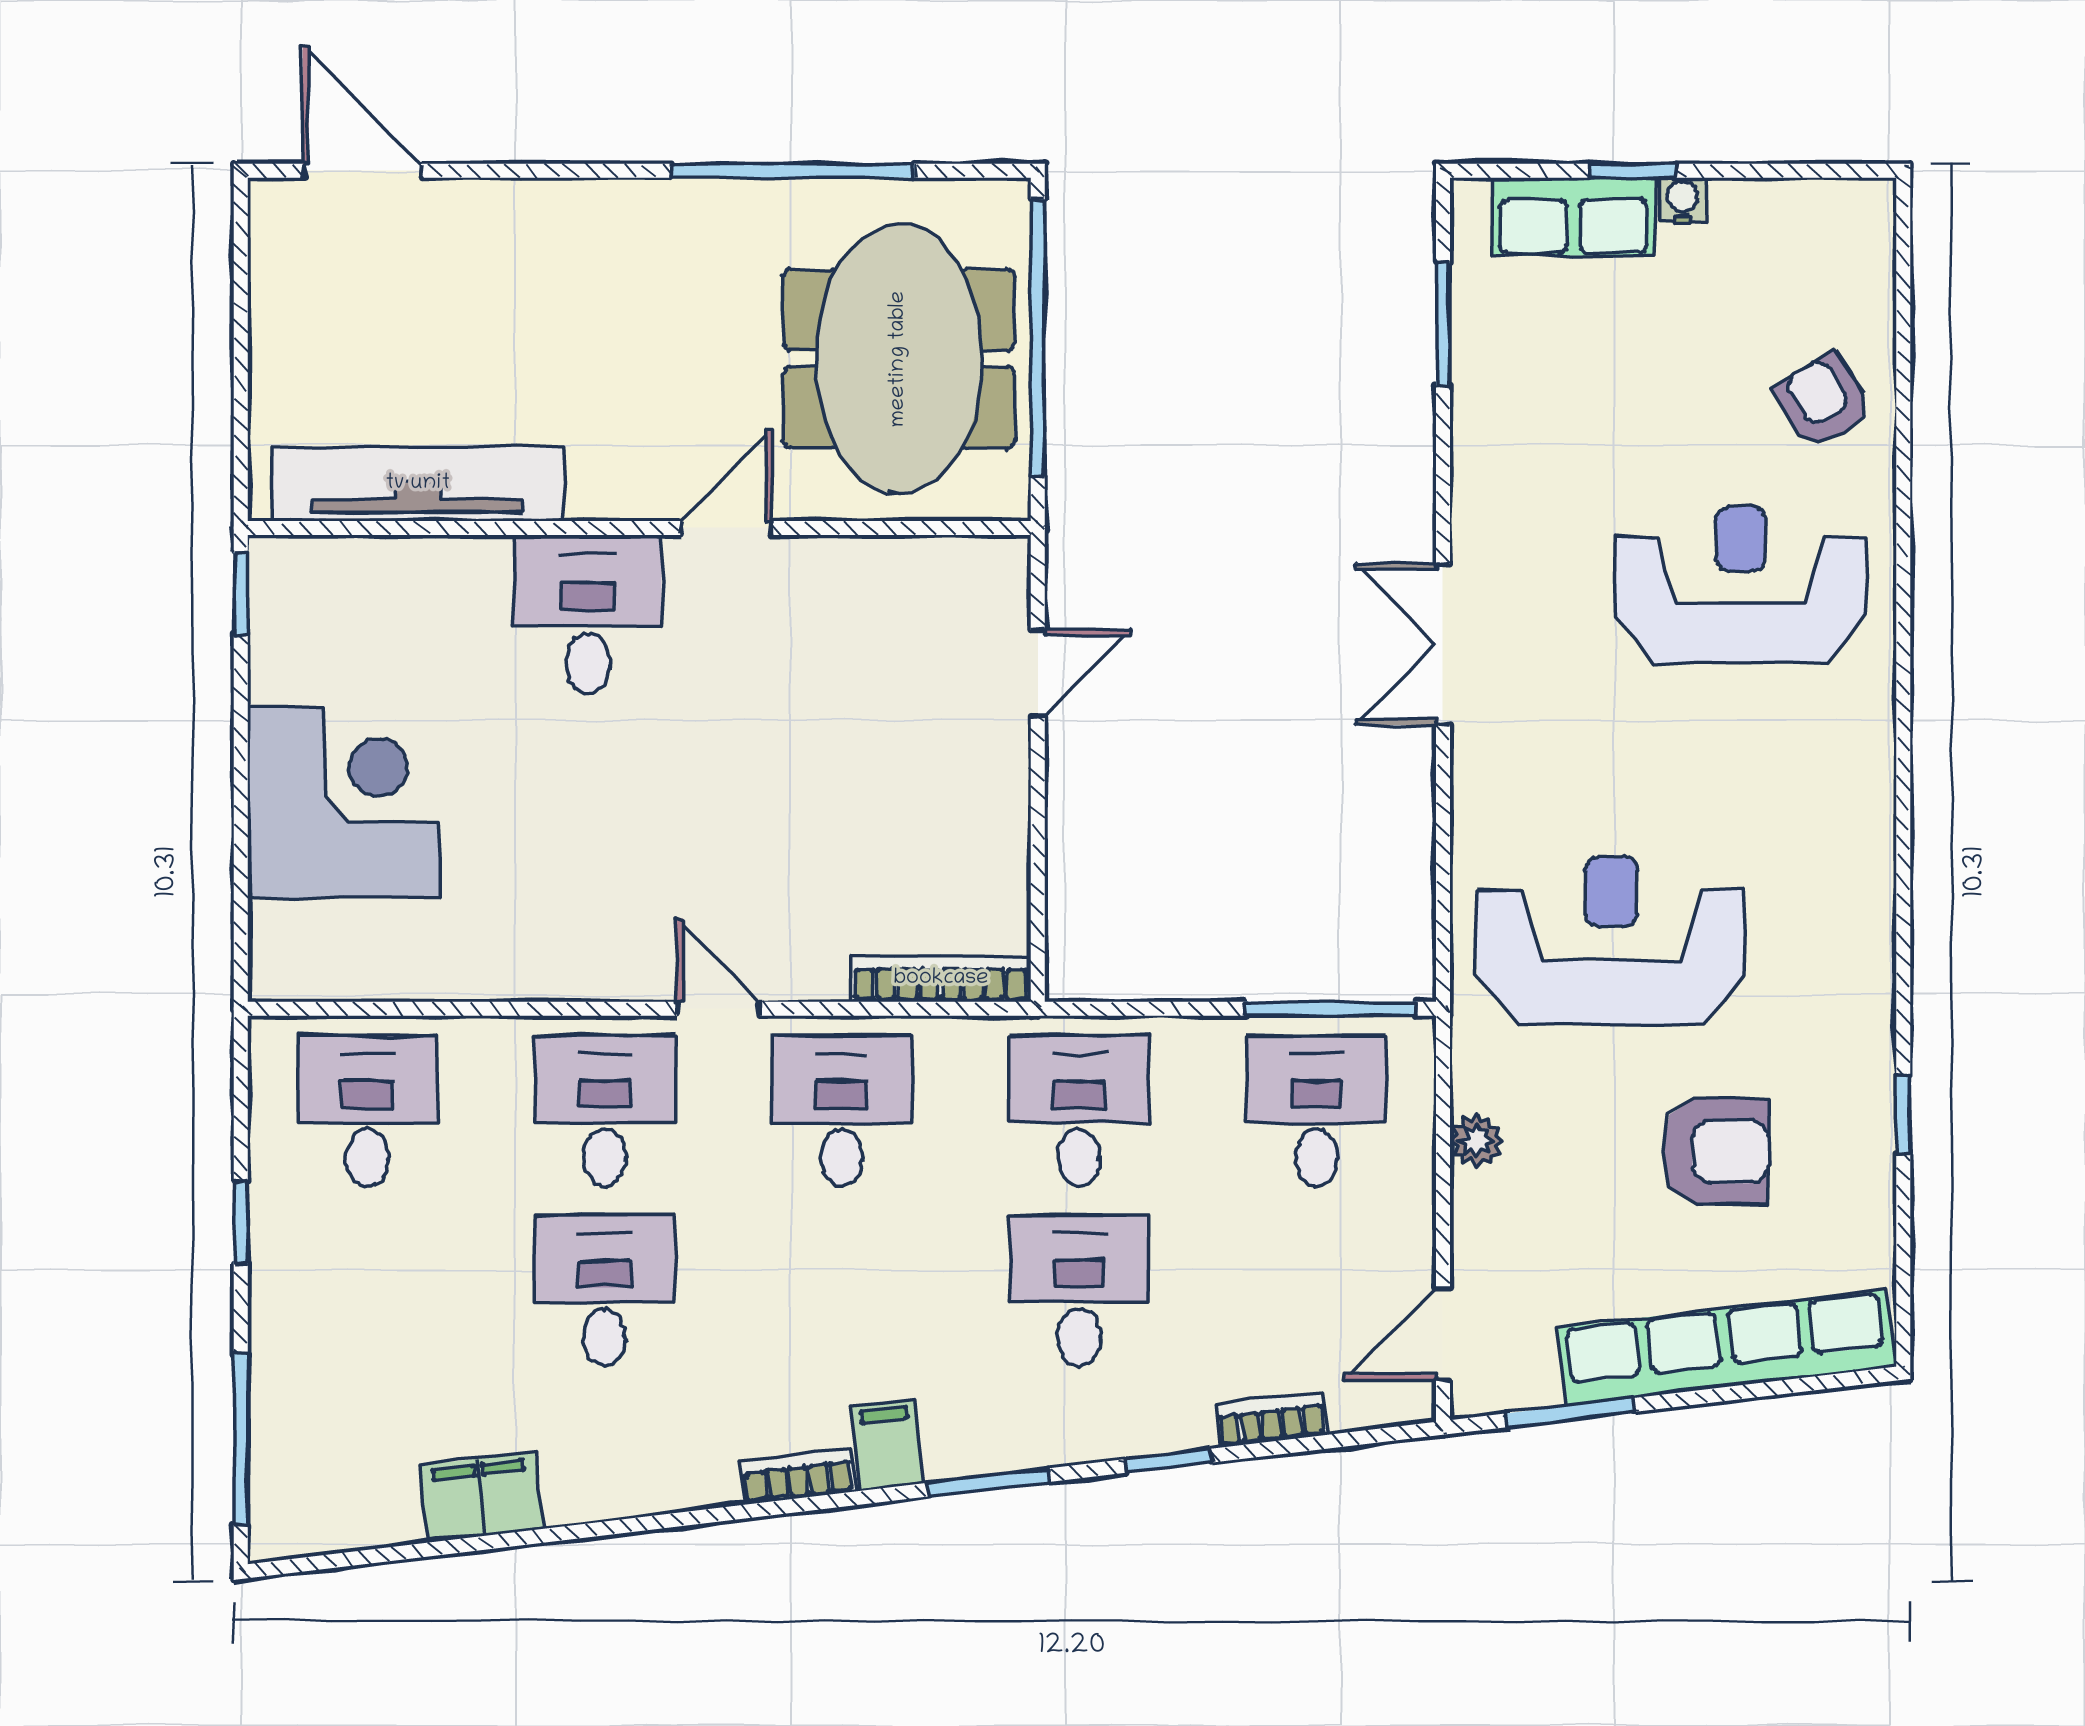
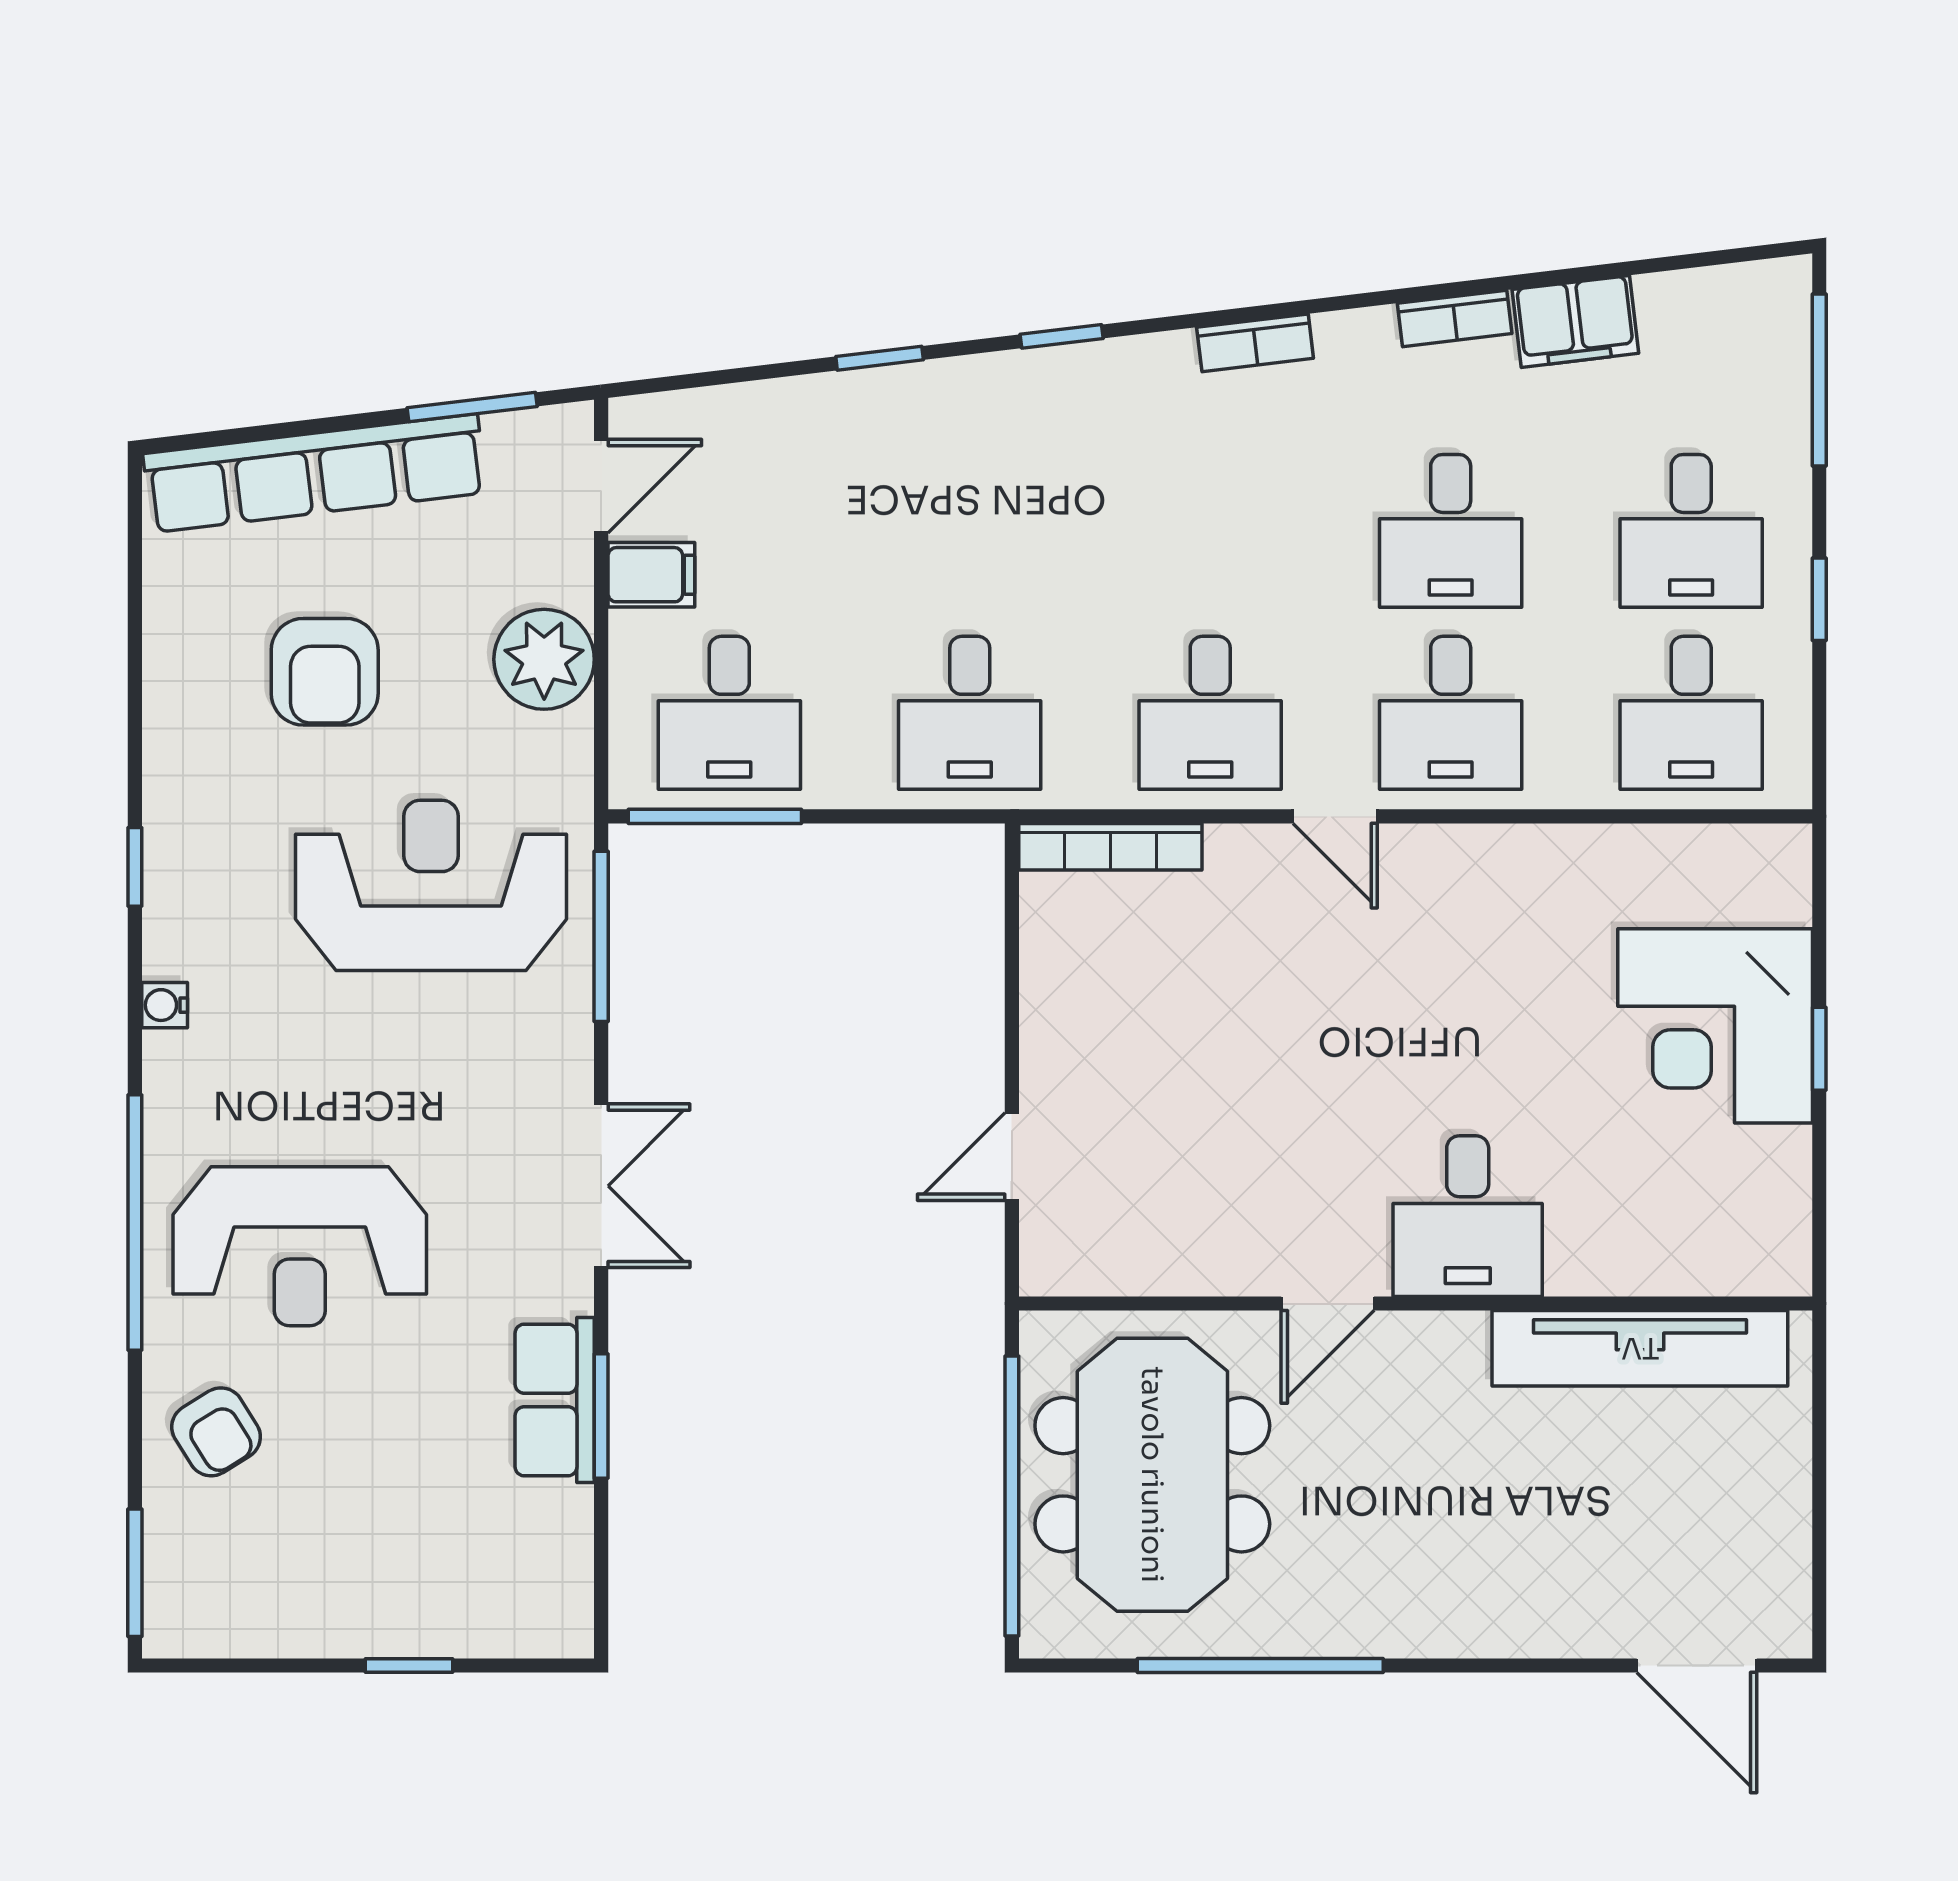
water cooler: (1683, 200) -> (165, 1005), moved, turned 90
row of seats: (1573, 217) -> (555, 1400), moved, turned -90
window: (1903, 262) -> (135, 1573), added
window: (1443, 324) -> (601, 1416), moved
window: (241, 593) -> (1819, 1049), moved
window: (1903, 608) -> (135, 1223), added
window: (1443, 890) -> (601, 936), added
reception desk: (1611, 941) -> (431, 885), turned 180
window: (1903, 1116) -> (135, 867), moved
plant: (1476, 1141) -> (544, 659), width x1.88, depth x1.88
armchair: (1716, 1151) -> (325, 672), turned -90
desk: (1079, 1290) -> (1691, 531), moved
bookcase: (1271, 1420) -> (1455, 318), moved
filing cabinet: (887, 1445) -> (651, 575), moved, turned -83
window: (989, 1482) -> (1062, 336), width x0.67

